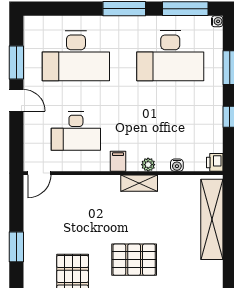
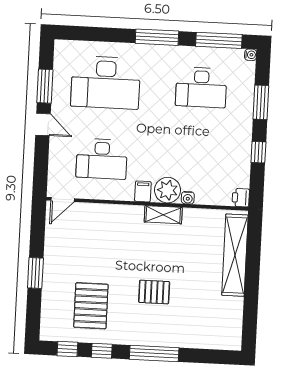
desk: (170, 56) -> (201, 87), width x0.73, depth x0.77
plant: (148, 165) -> (168, 190), width x1.87, depth x1.87
water cooler: (177, 165) -> (188, 198), moved
pallet: (134, 260) -> (154, 292), width x0.67, depth x0.71

